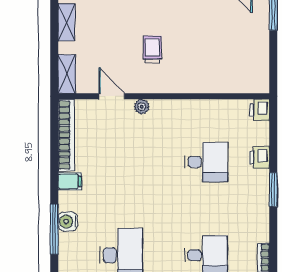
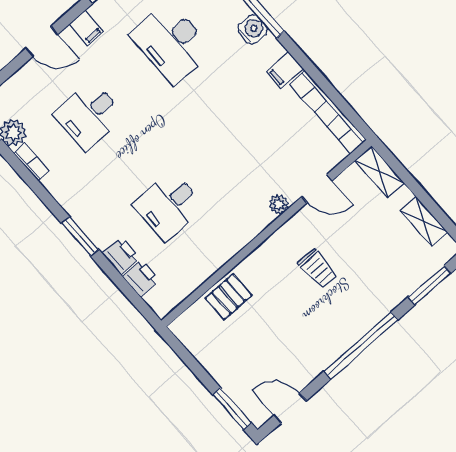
pallet: (218, 79) -> (228, 297), added
printer: (260, 110) -> (141, 278), moved

